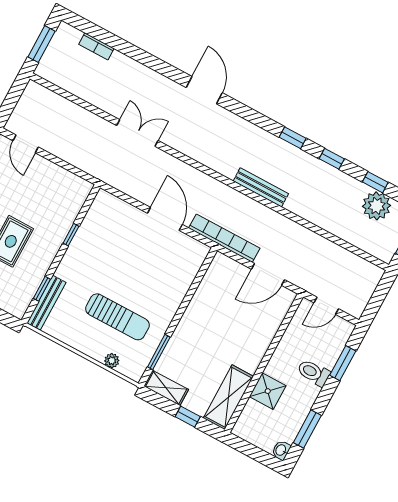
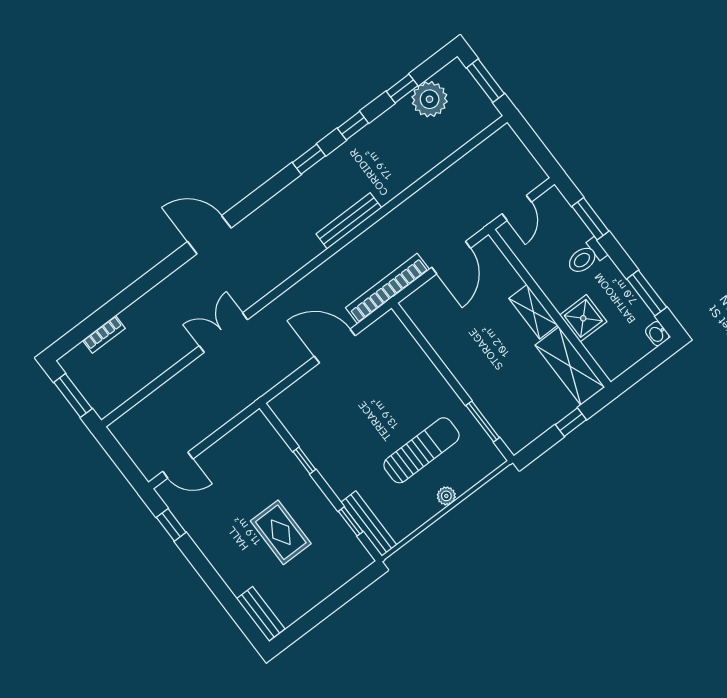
plant: (112, 361) -> (446, 496), moved
shelving: (166, 388) -> (533, 312), moved, turned 90

